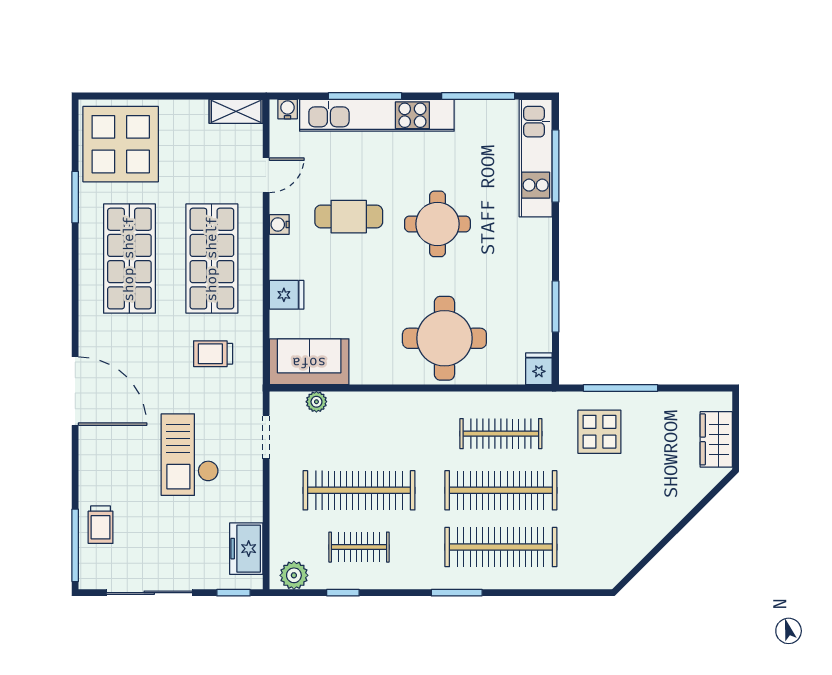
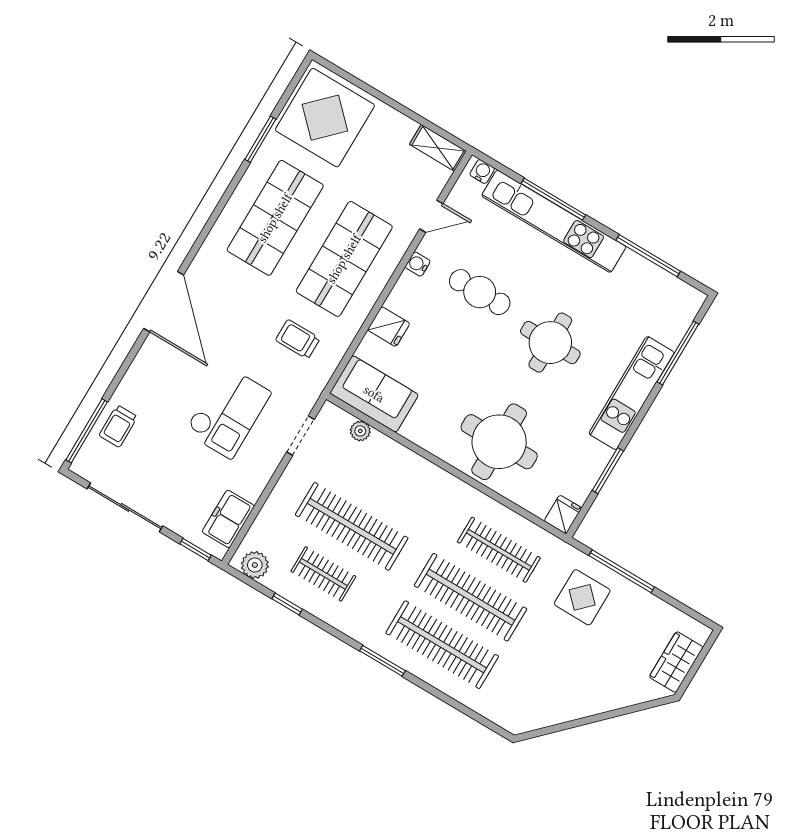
kitchen unit: (536, 158) -> (632, 393), moved
checkout: (190, 455) -> (228, 412), turned 180

